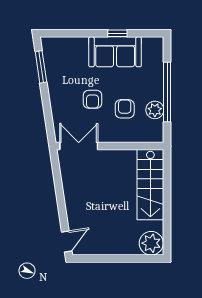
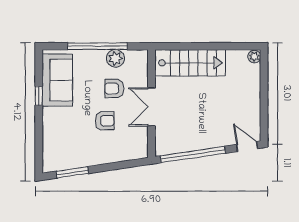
sofa: (115, 52) -> (57, 80), moved
double door: (79, 146) -> (151, 107), moved
window: (59, 187) -> (193, 155), added
plant: (151, 243) -> (254, 56), width x0.53, depth x0.53

